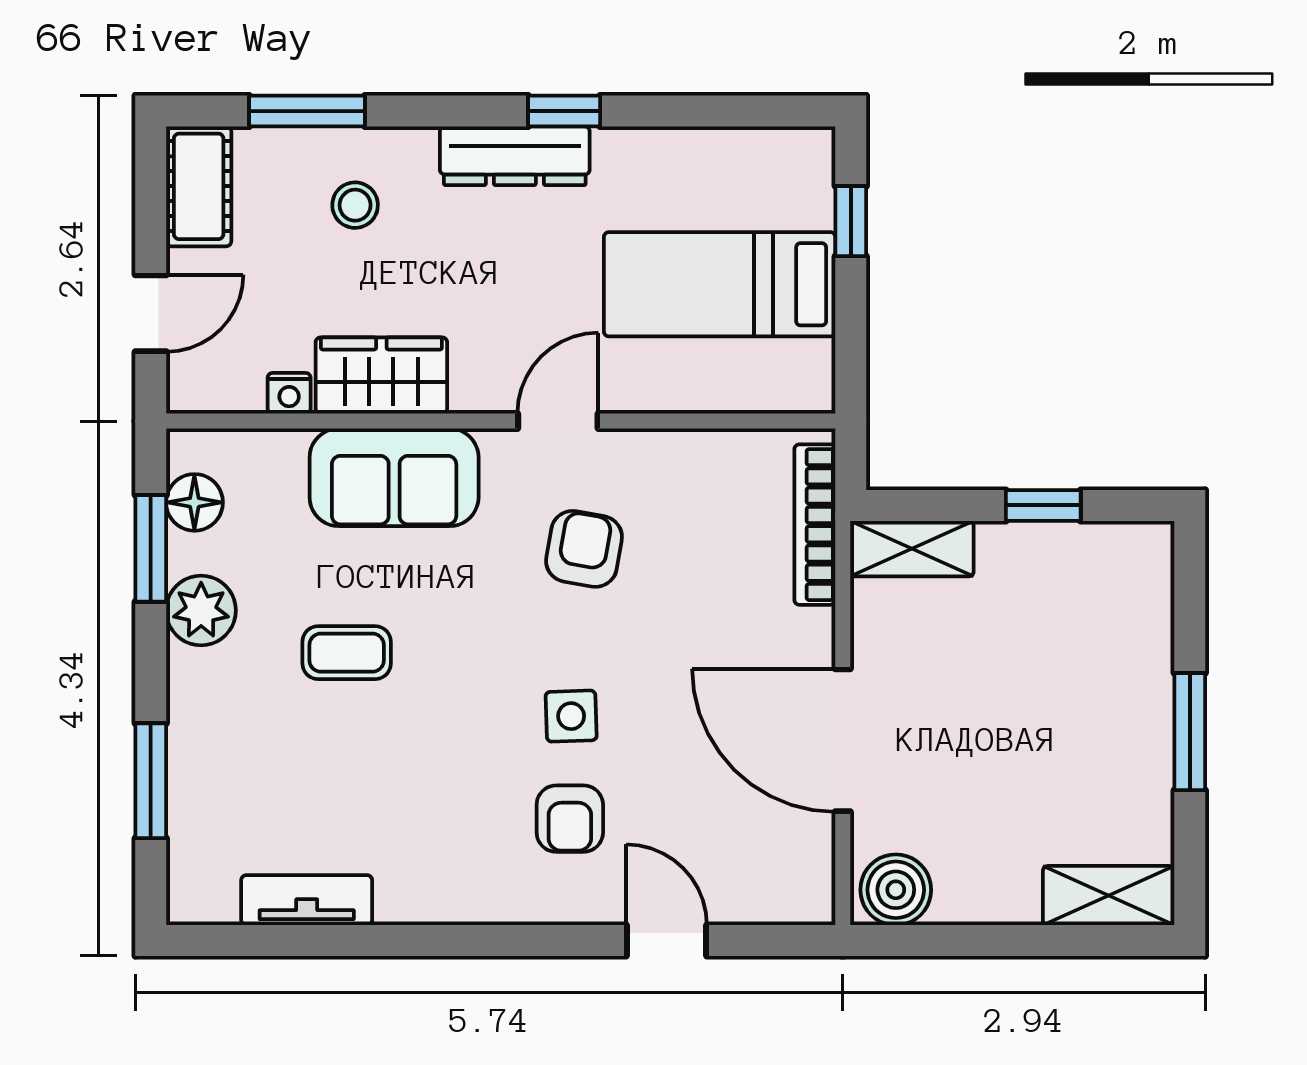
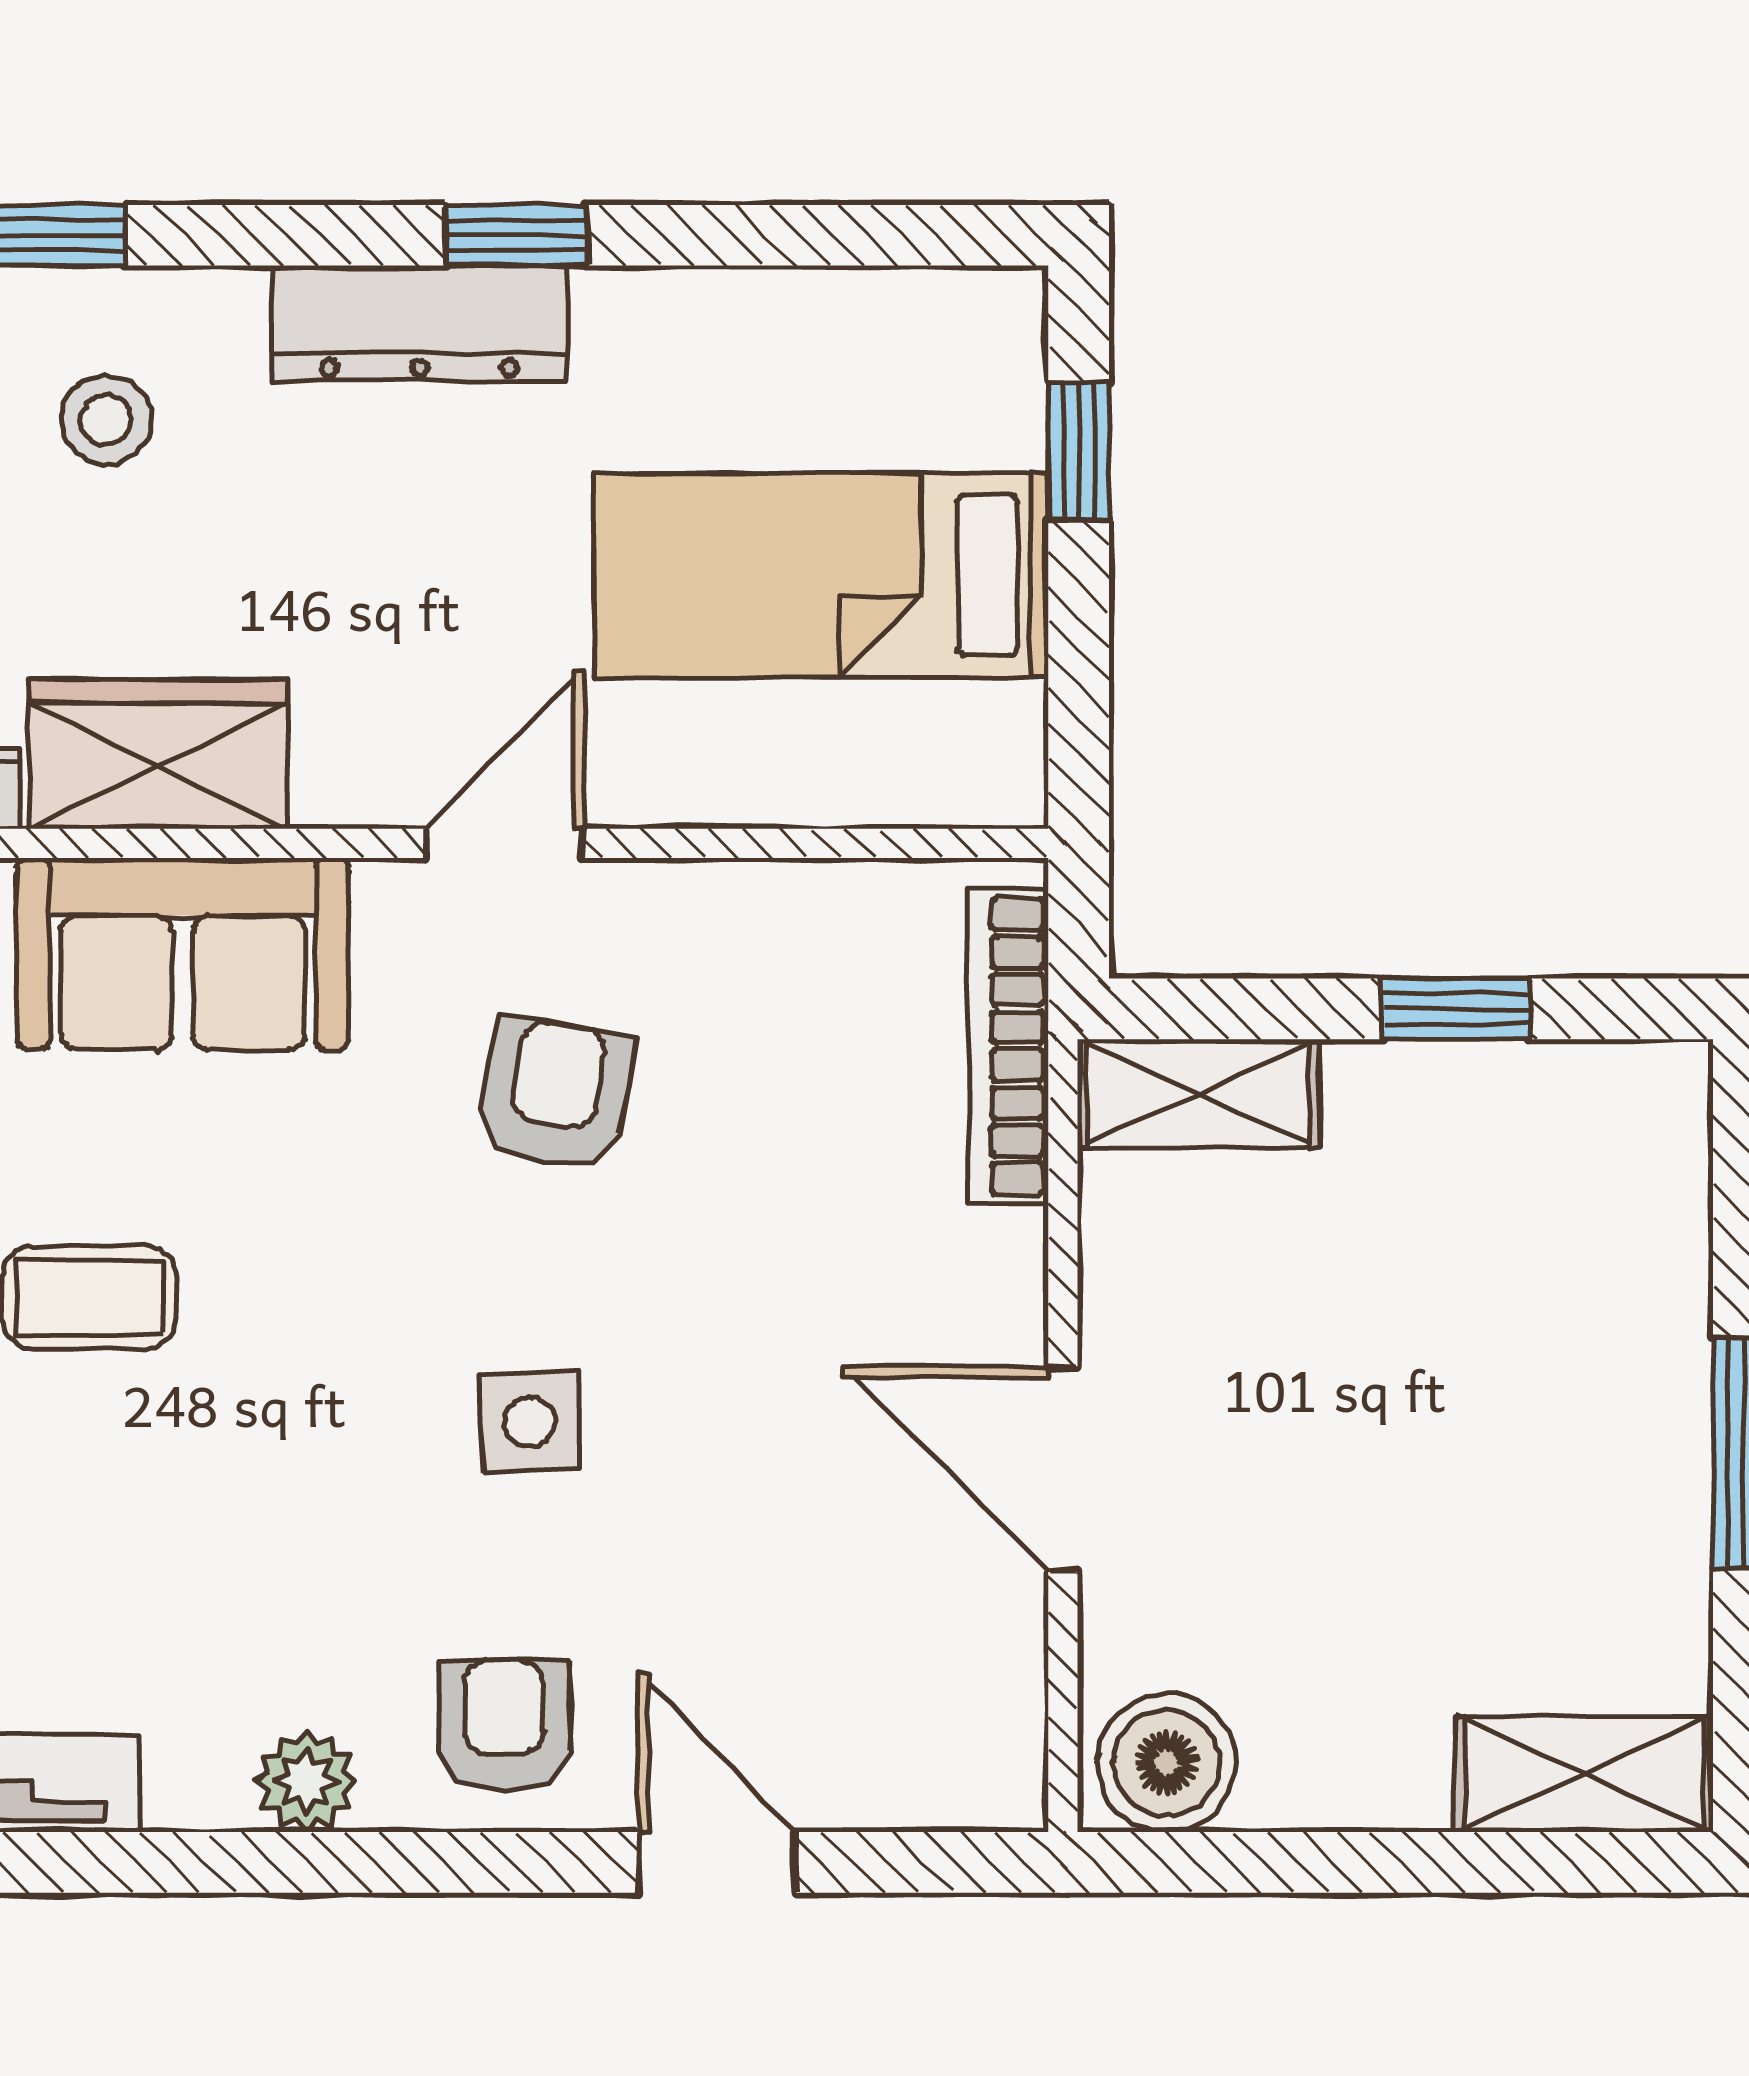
door: (843, 740) -> (1063, 1469), width x0.73
armchair: (570, 819) -> (504, 1725), moved, turned 180
plant: (457, 899) -> (306, 1782), added

